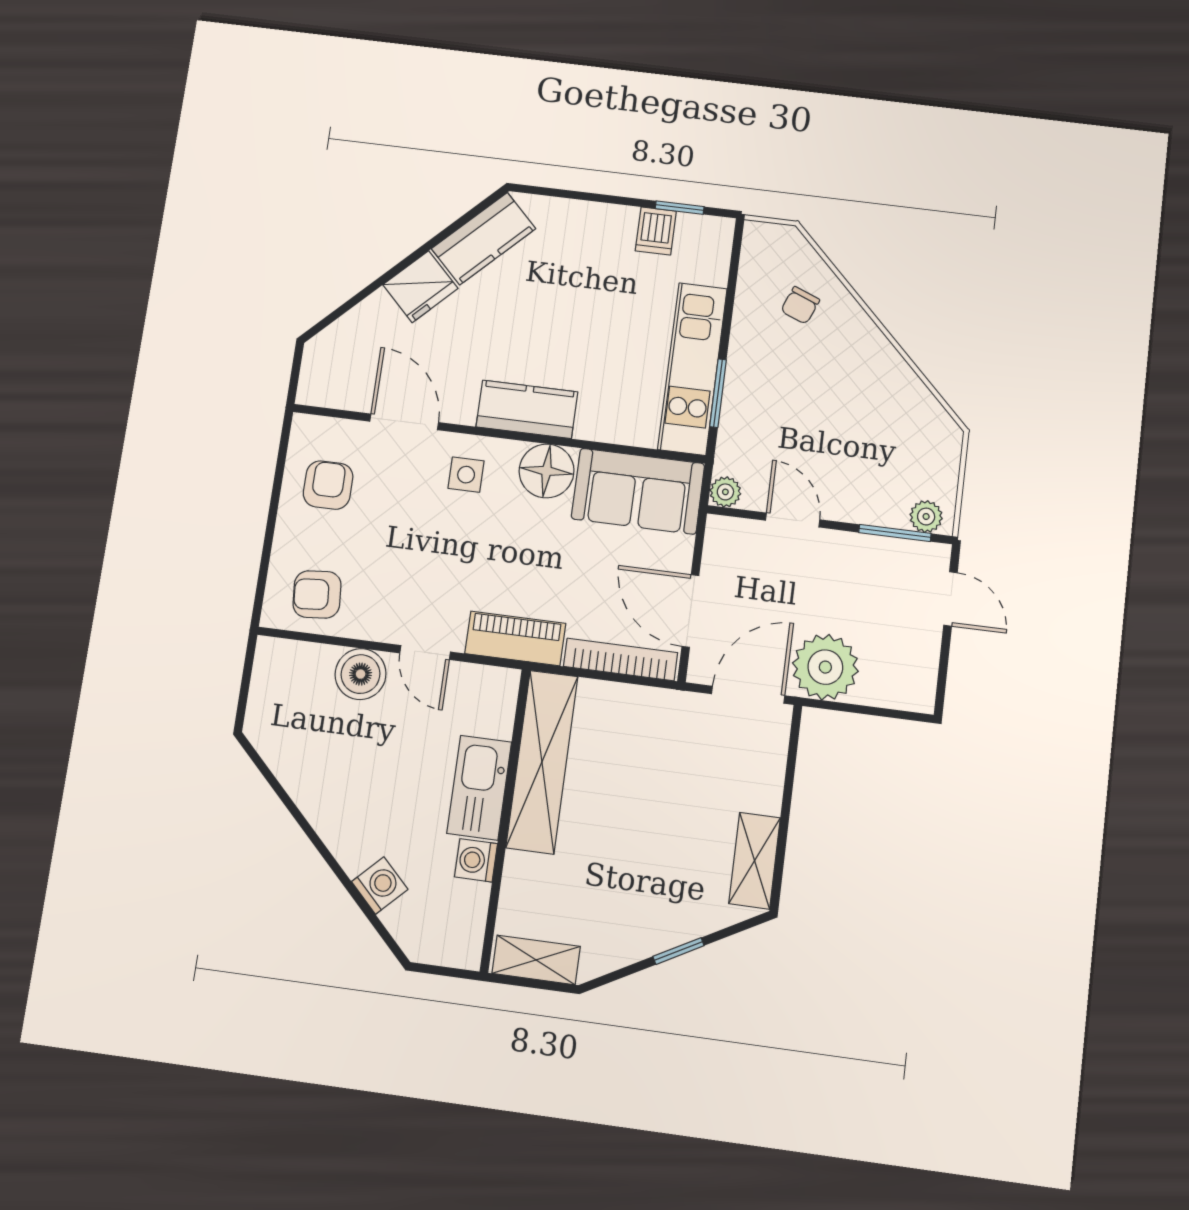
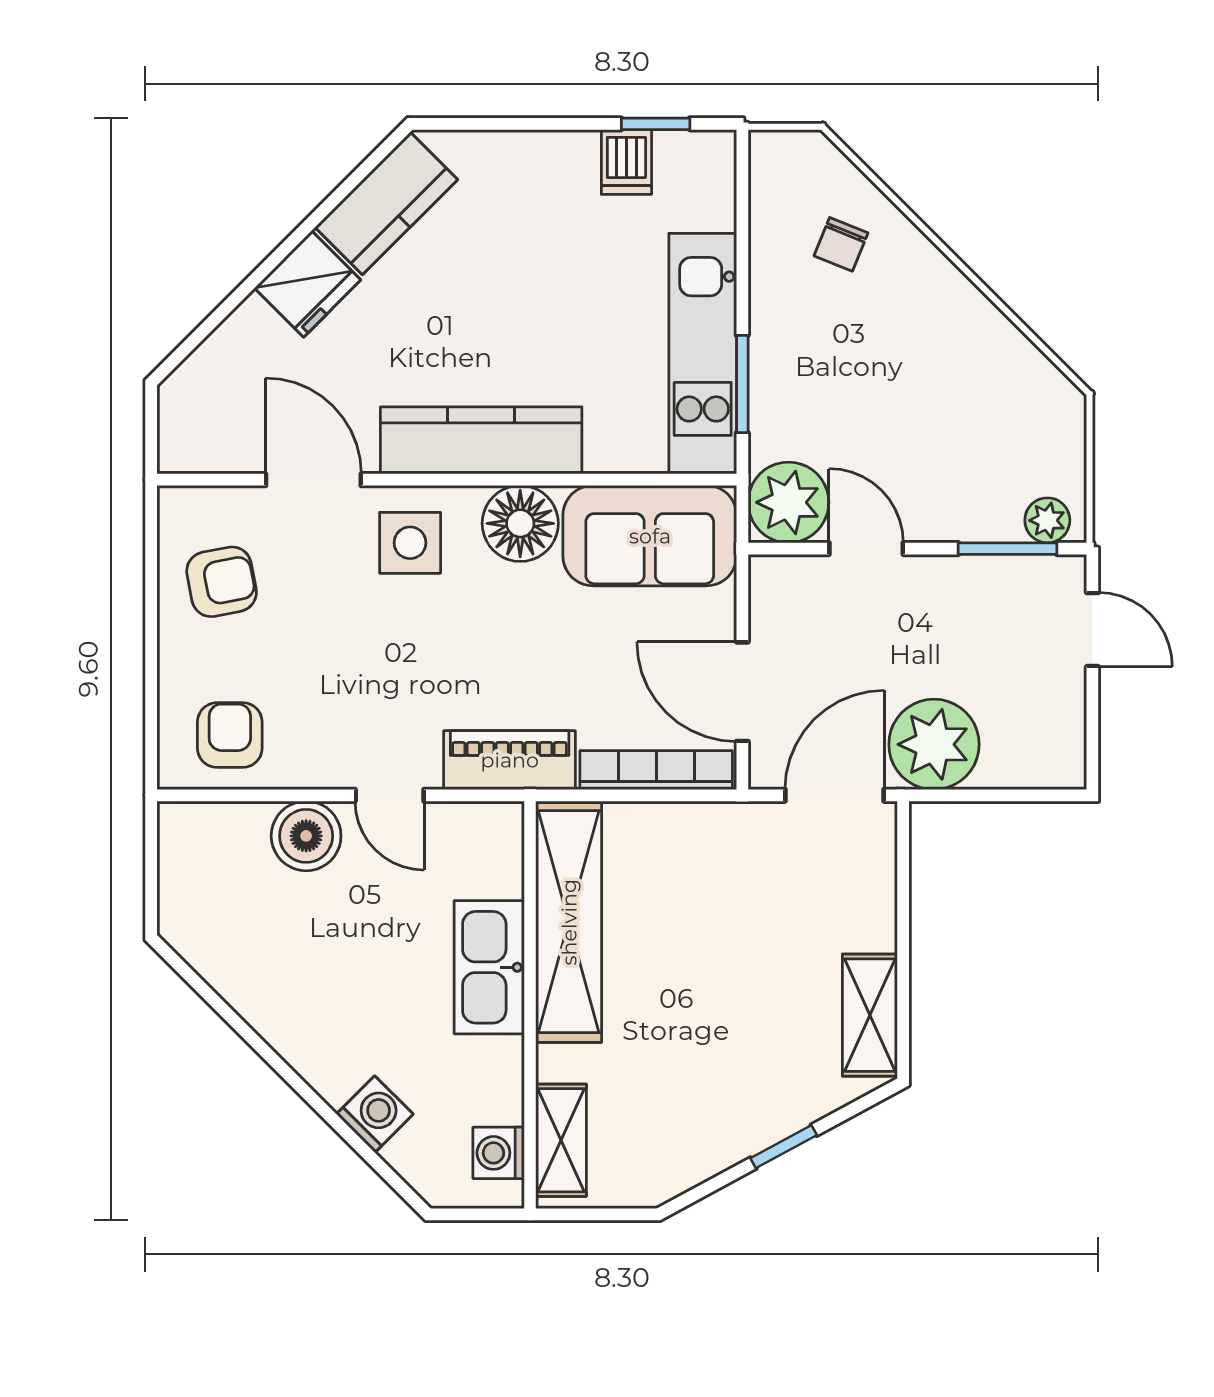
kitchen counter: (527, 409) -> (481, 440), width x1.50
side table: (466, 475) -> (410, 543), width x1.37, depth x1.37
armchair: (328, 485) -> (222, 582), turned 79
plant: (725, 492) -> (788, 502), width x1.88, depth x1.88
armchair: (317, 594) -> (230, 735), turned 95
washing machine: (476, 860) -> (499, 1153), moved
shelving: (536, 960) -> (561, 1140), moved, turned 90

